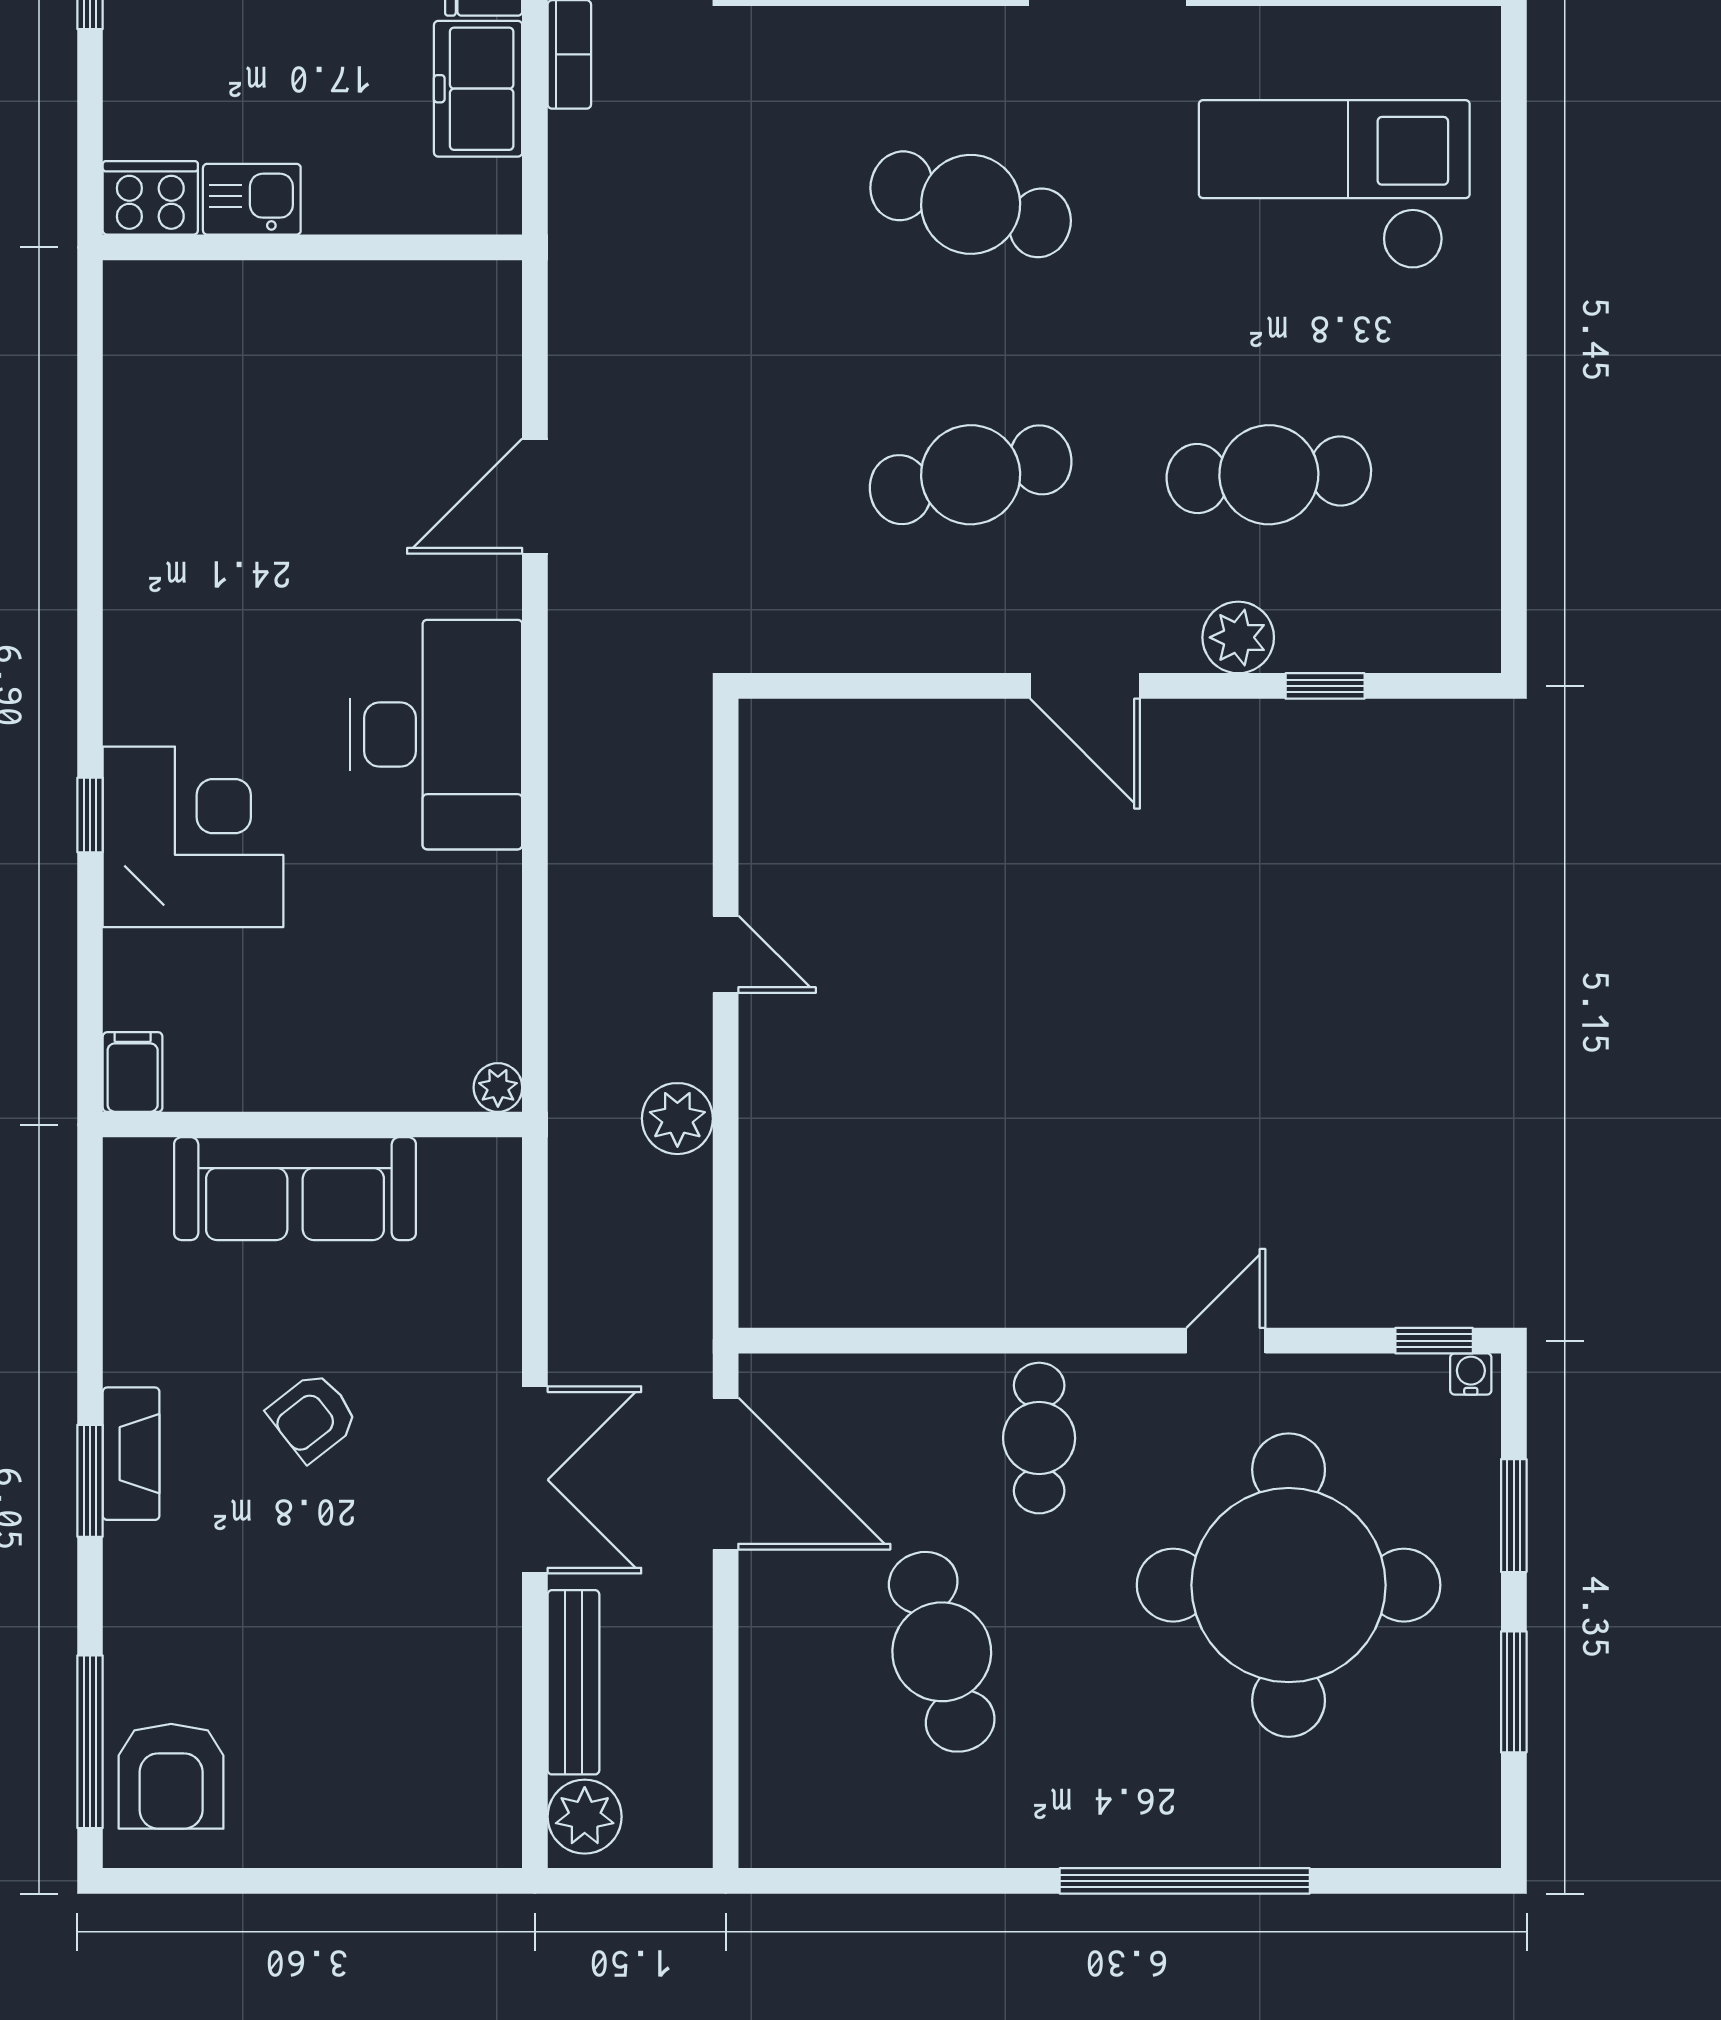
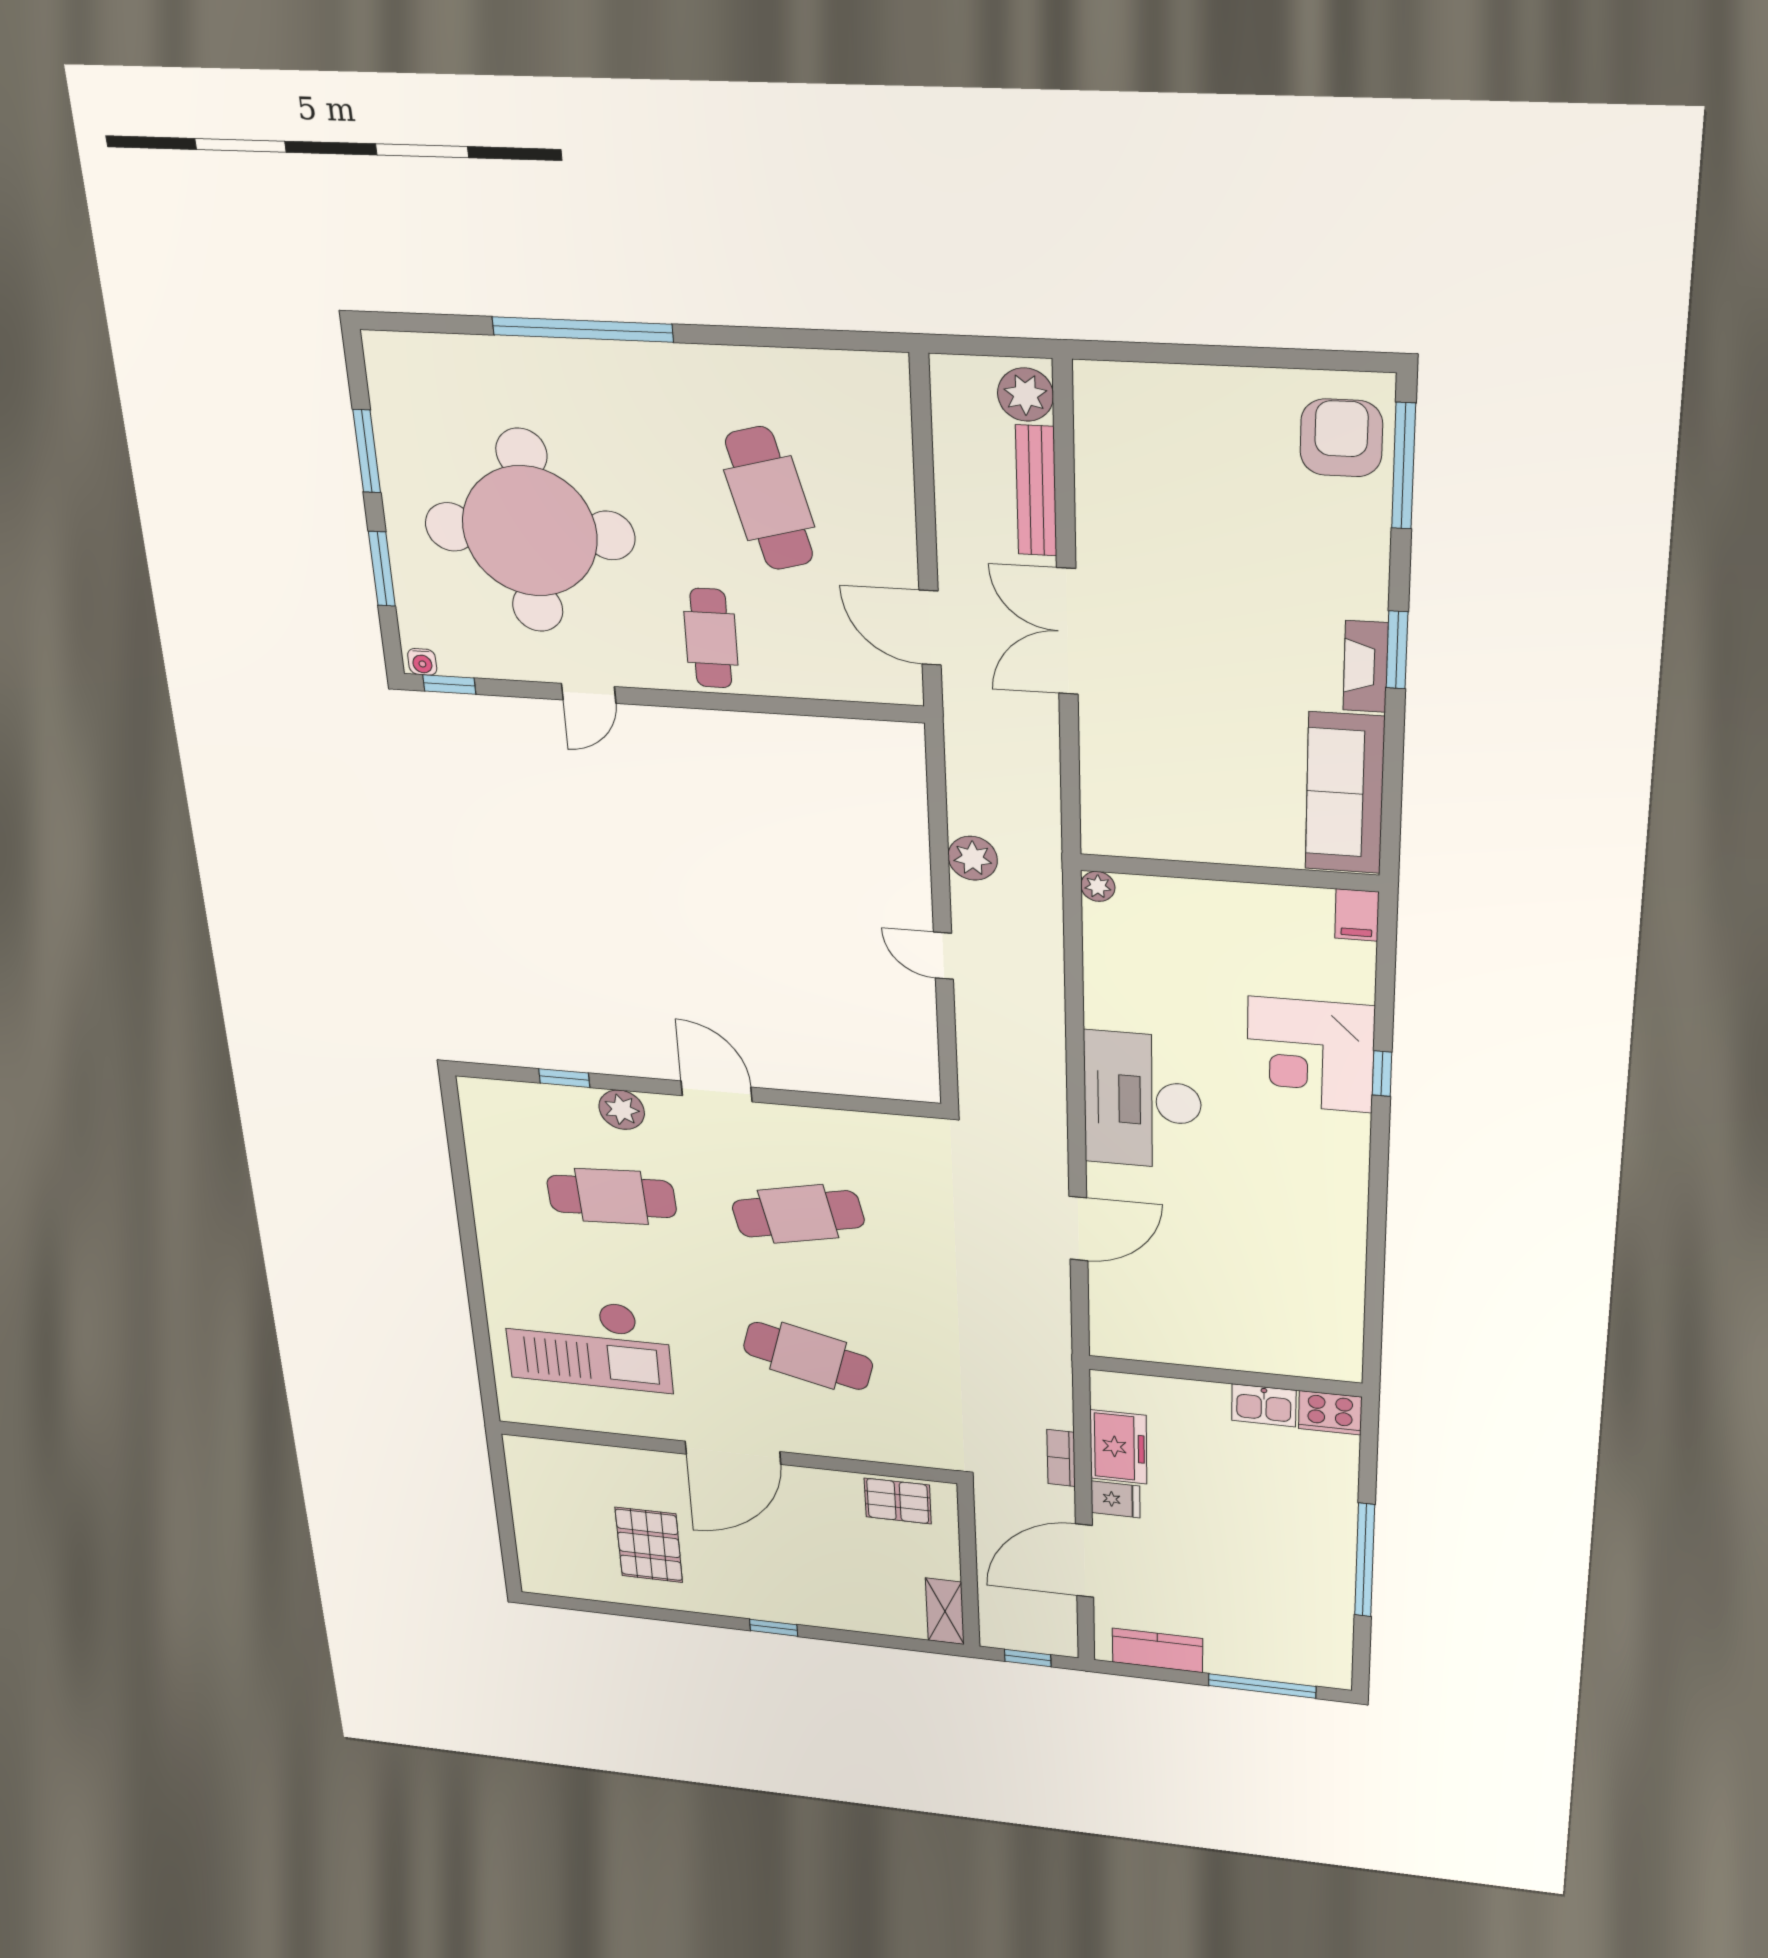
sofa: (295, 1189) -> (1345, 793), moved, turned -90
armchair: (313, 1417) -> (1230, 683), removed
door: (726, 1474) -> (930, 628), width x0.73

